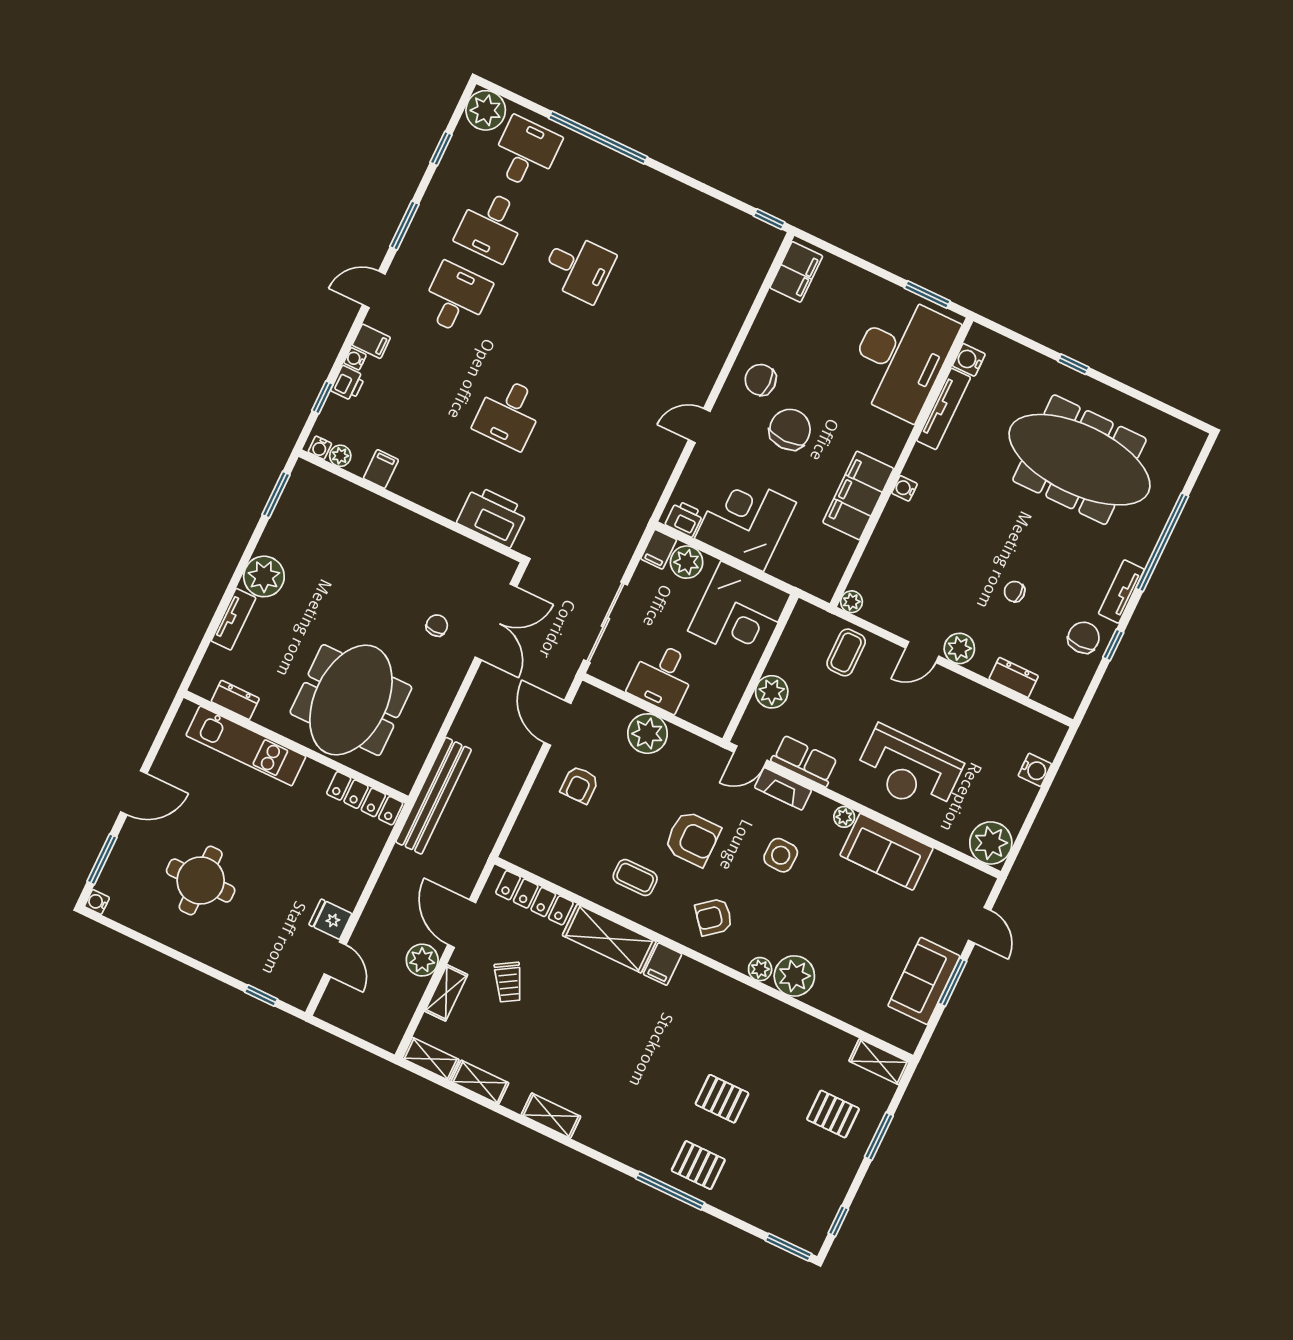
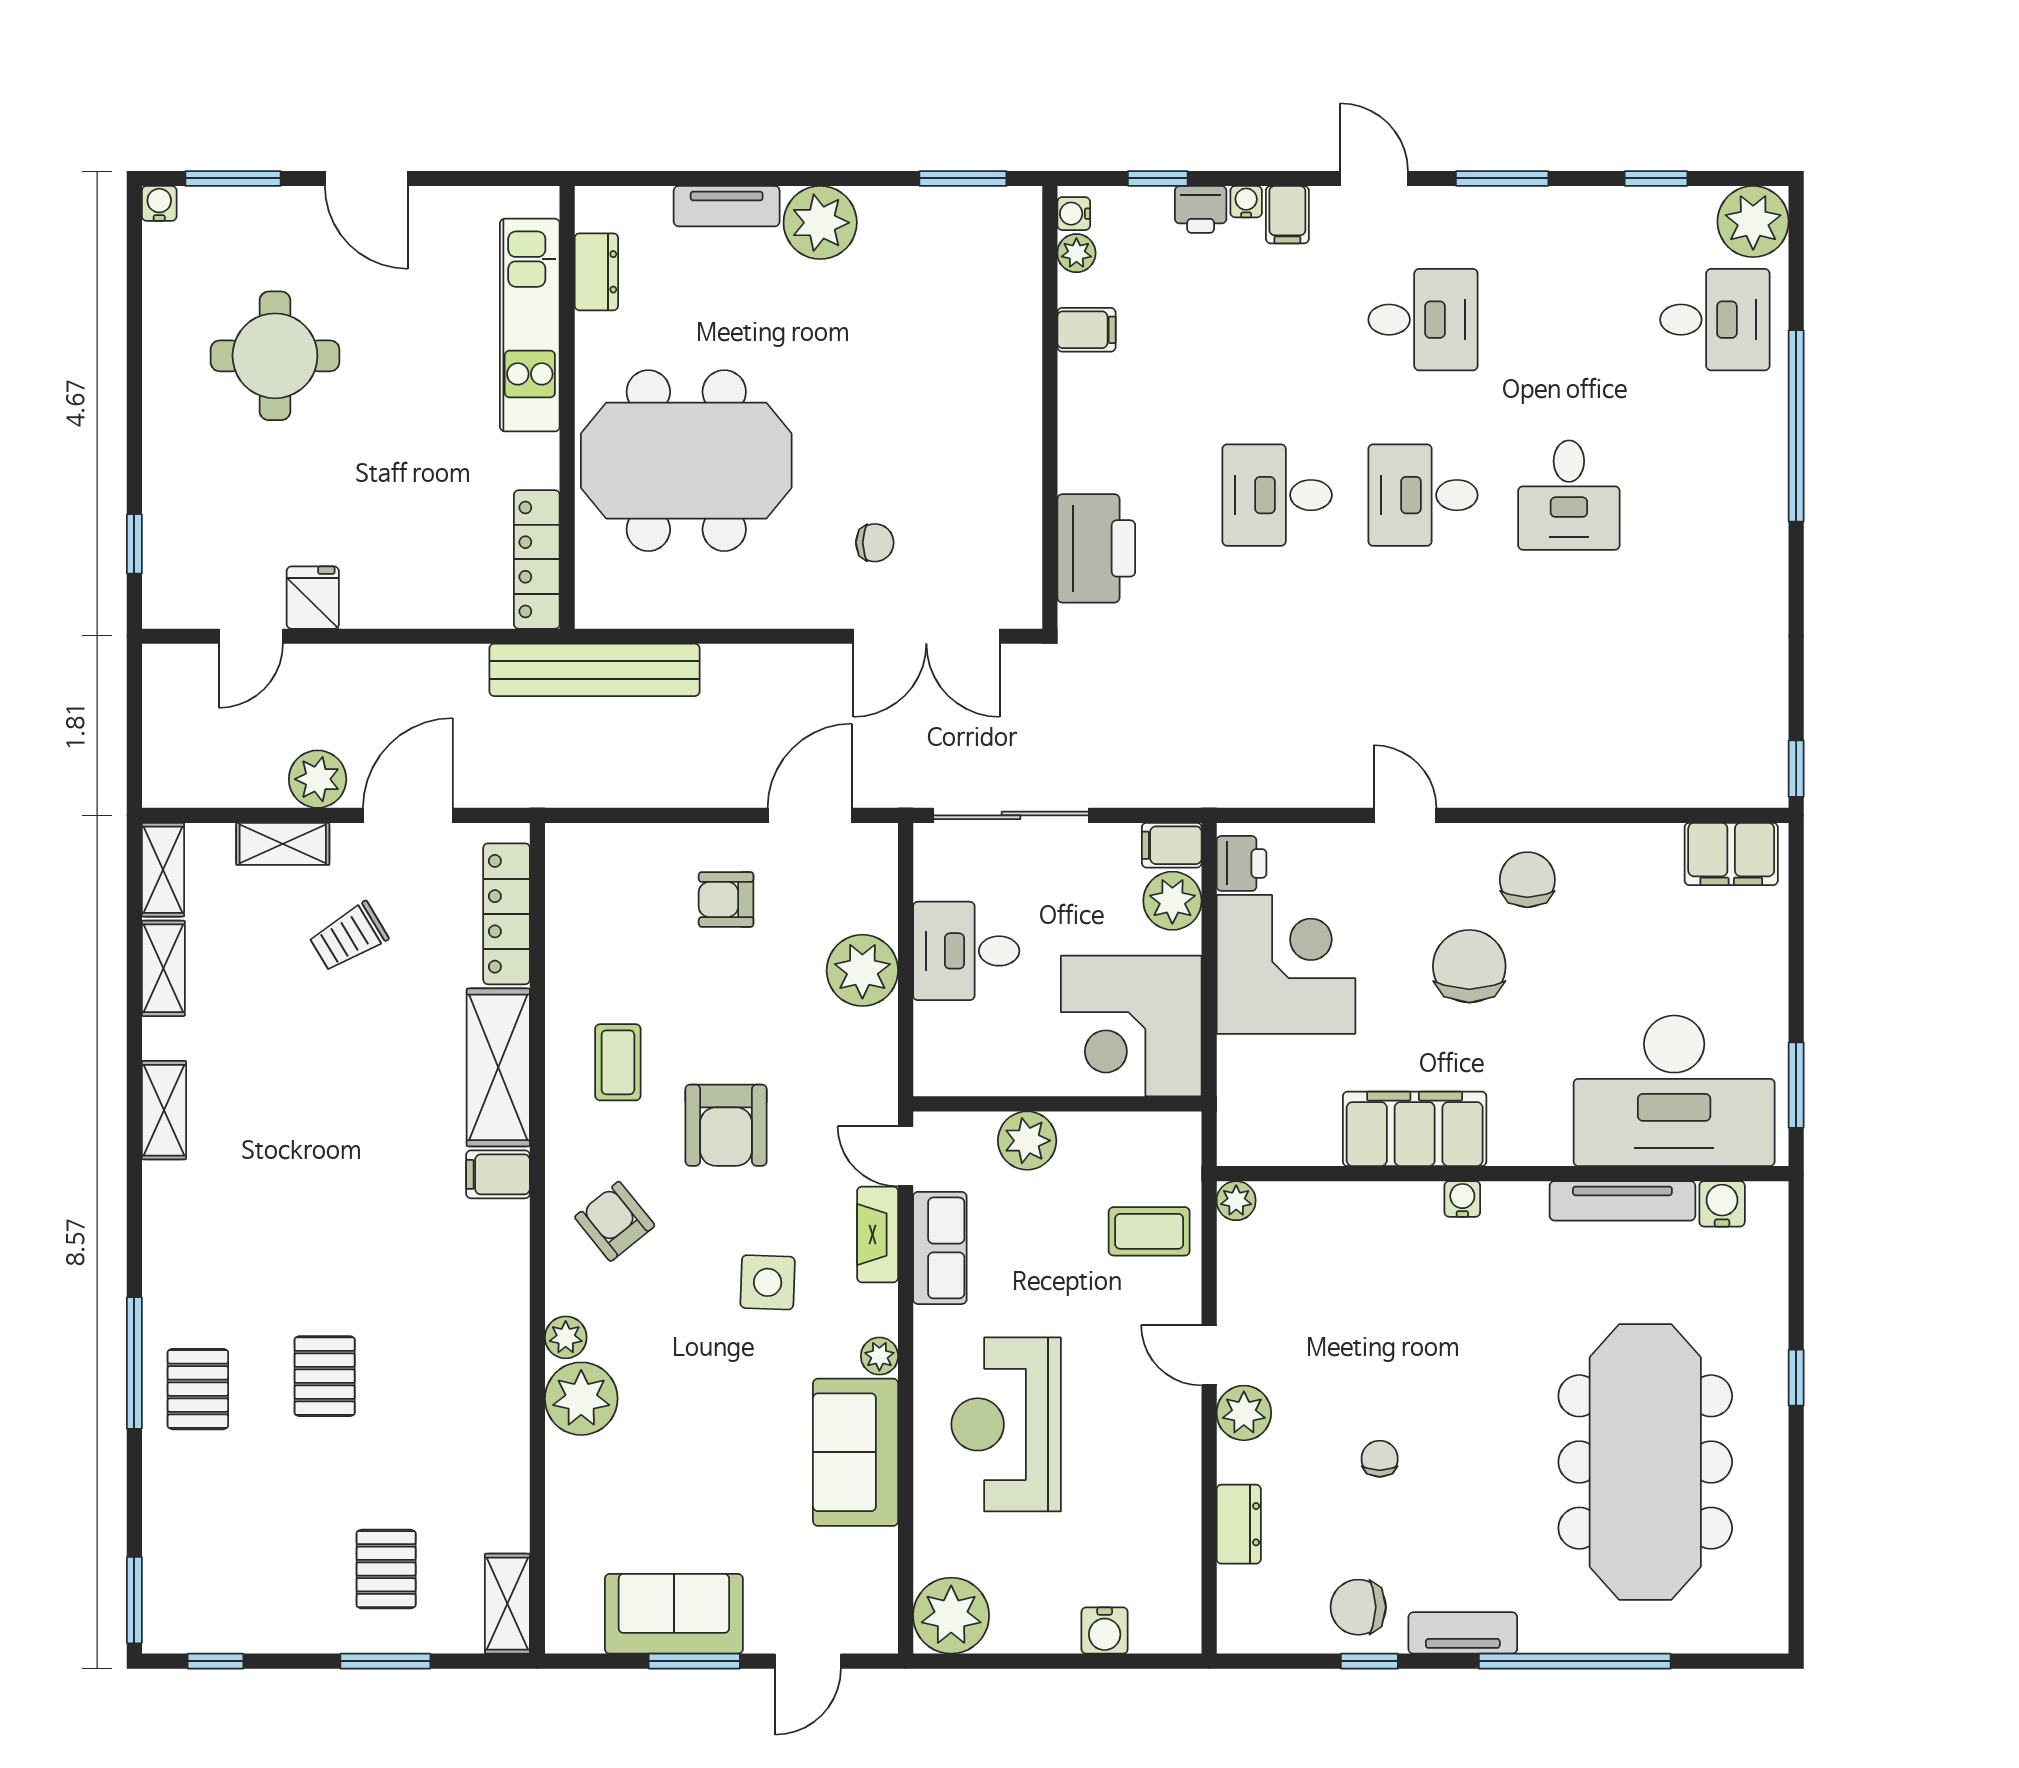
desk: (491, 226) -> (1423, 495), moved
chair: (790, 429) -> (1469, 966), turned -90
chair: (1084, 638) -> (1358, 1607), turned 180

